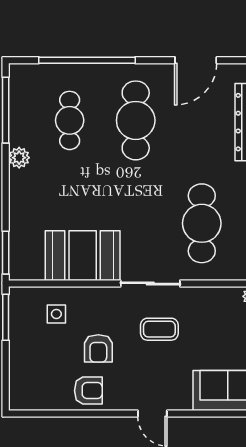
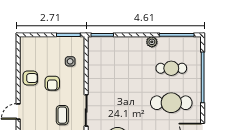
booth: (83, 256) -> (101, 75), removed
armchair: (98, 348) -> (52, 83), turned -90
armchair: (88, 391) -> (30, 78), turned -90

